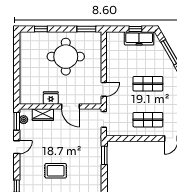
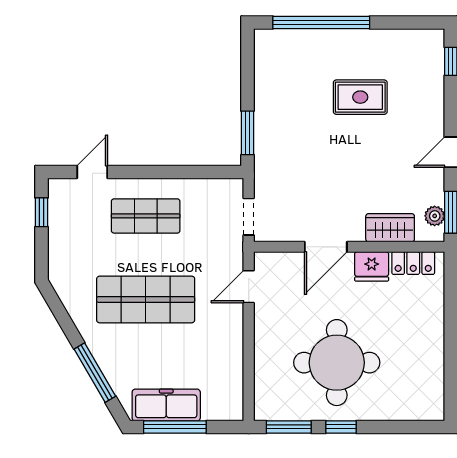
window: (41, 29) -> (341, 427), moved
window: (135, 29) -> (175, 427), width x2.17
shop shelf: (148, 84) -> (146, 299), width x1.43, depth x1.36
locker: (33, 99) -> (413, 263), added
door: (70, 106) -> (326, 247), swing flipped

